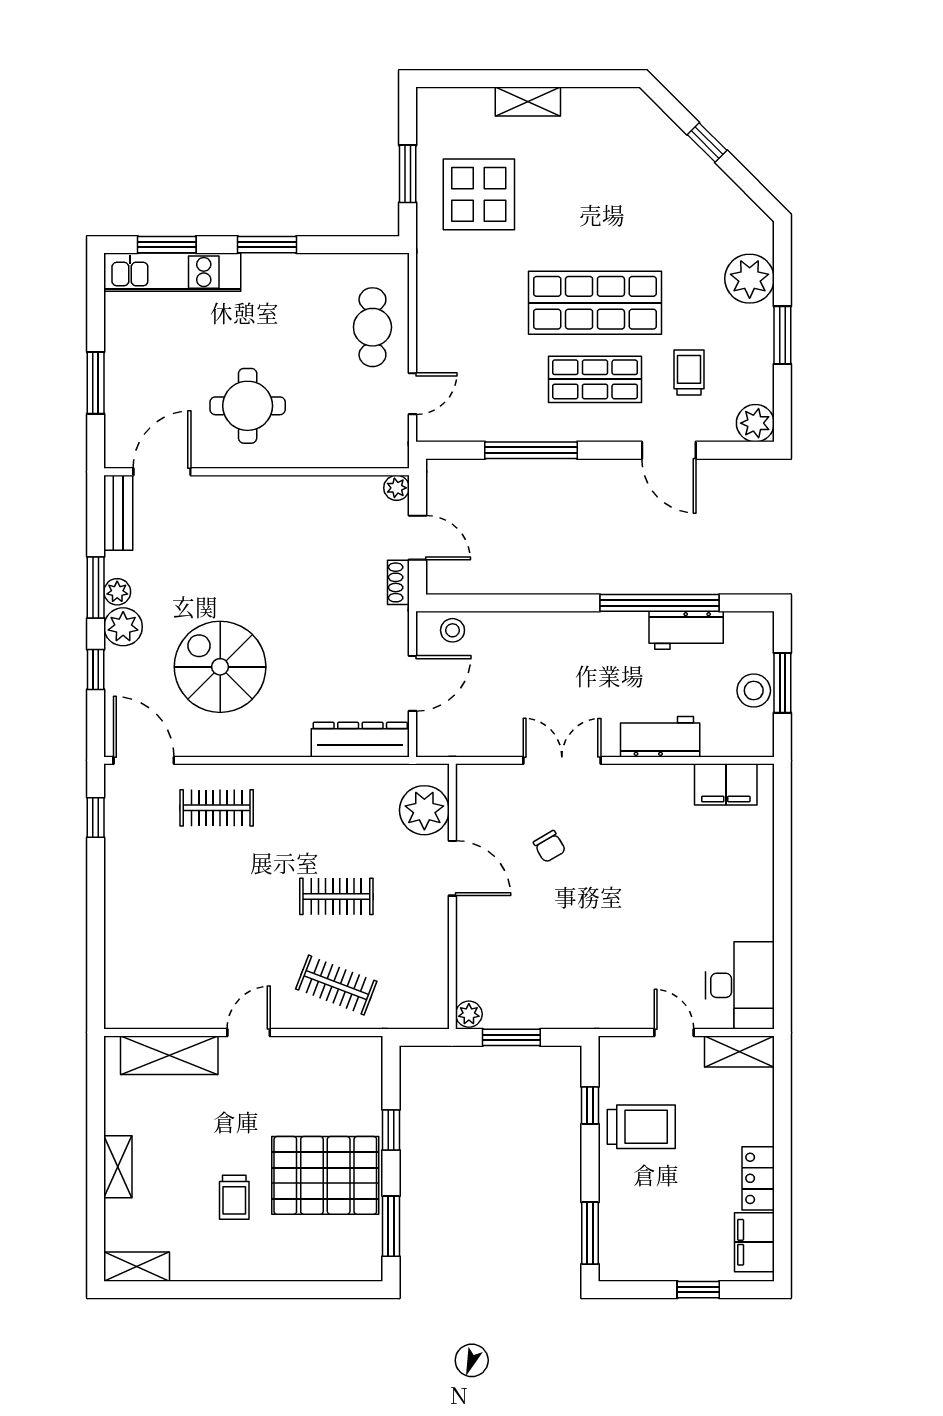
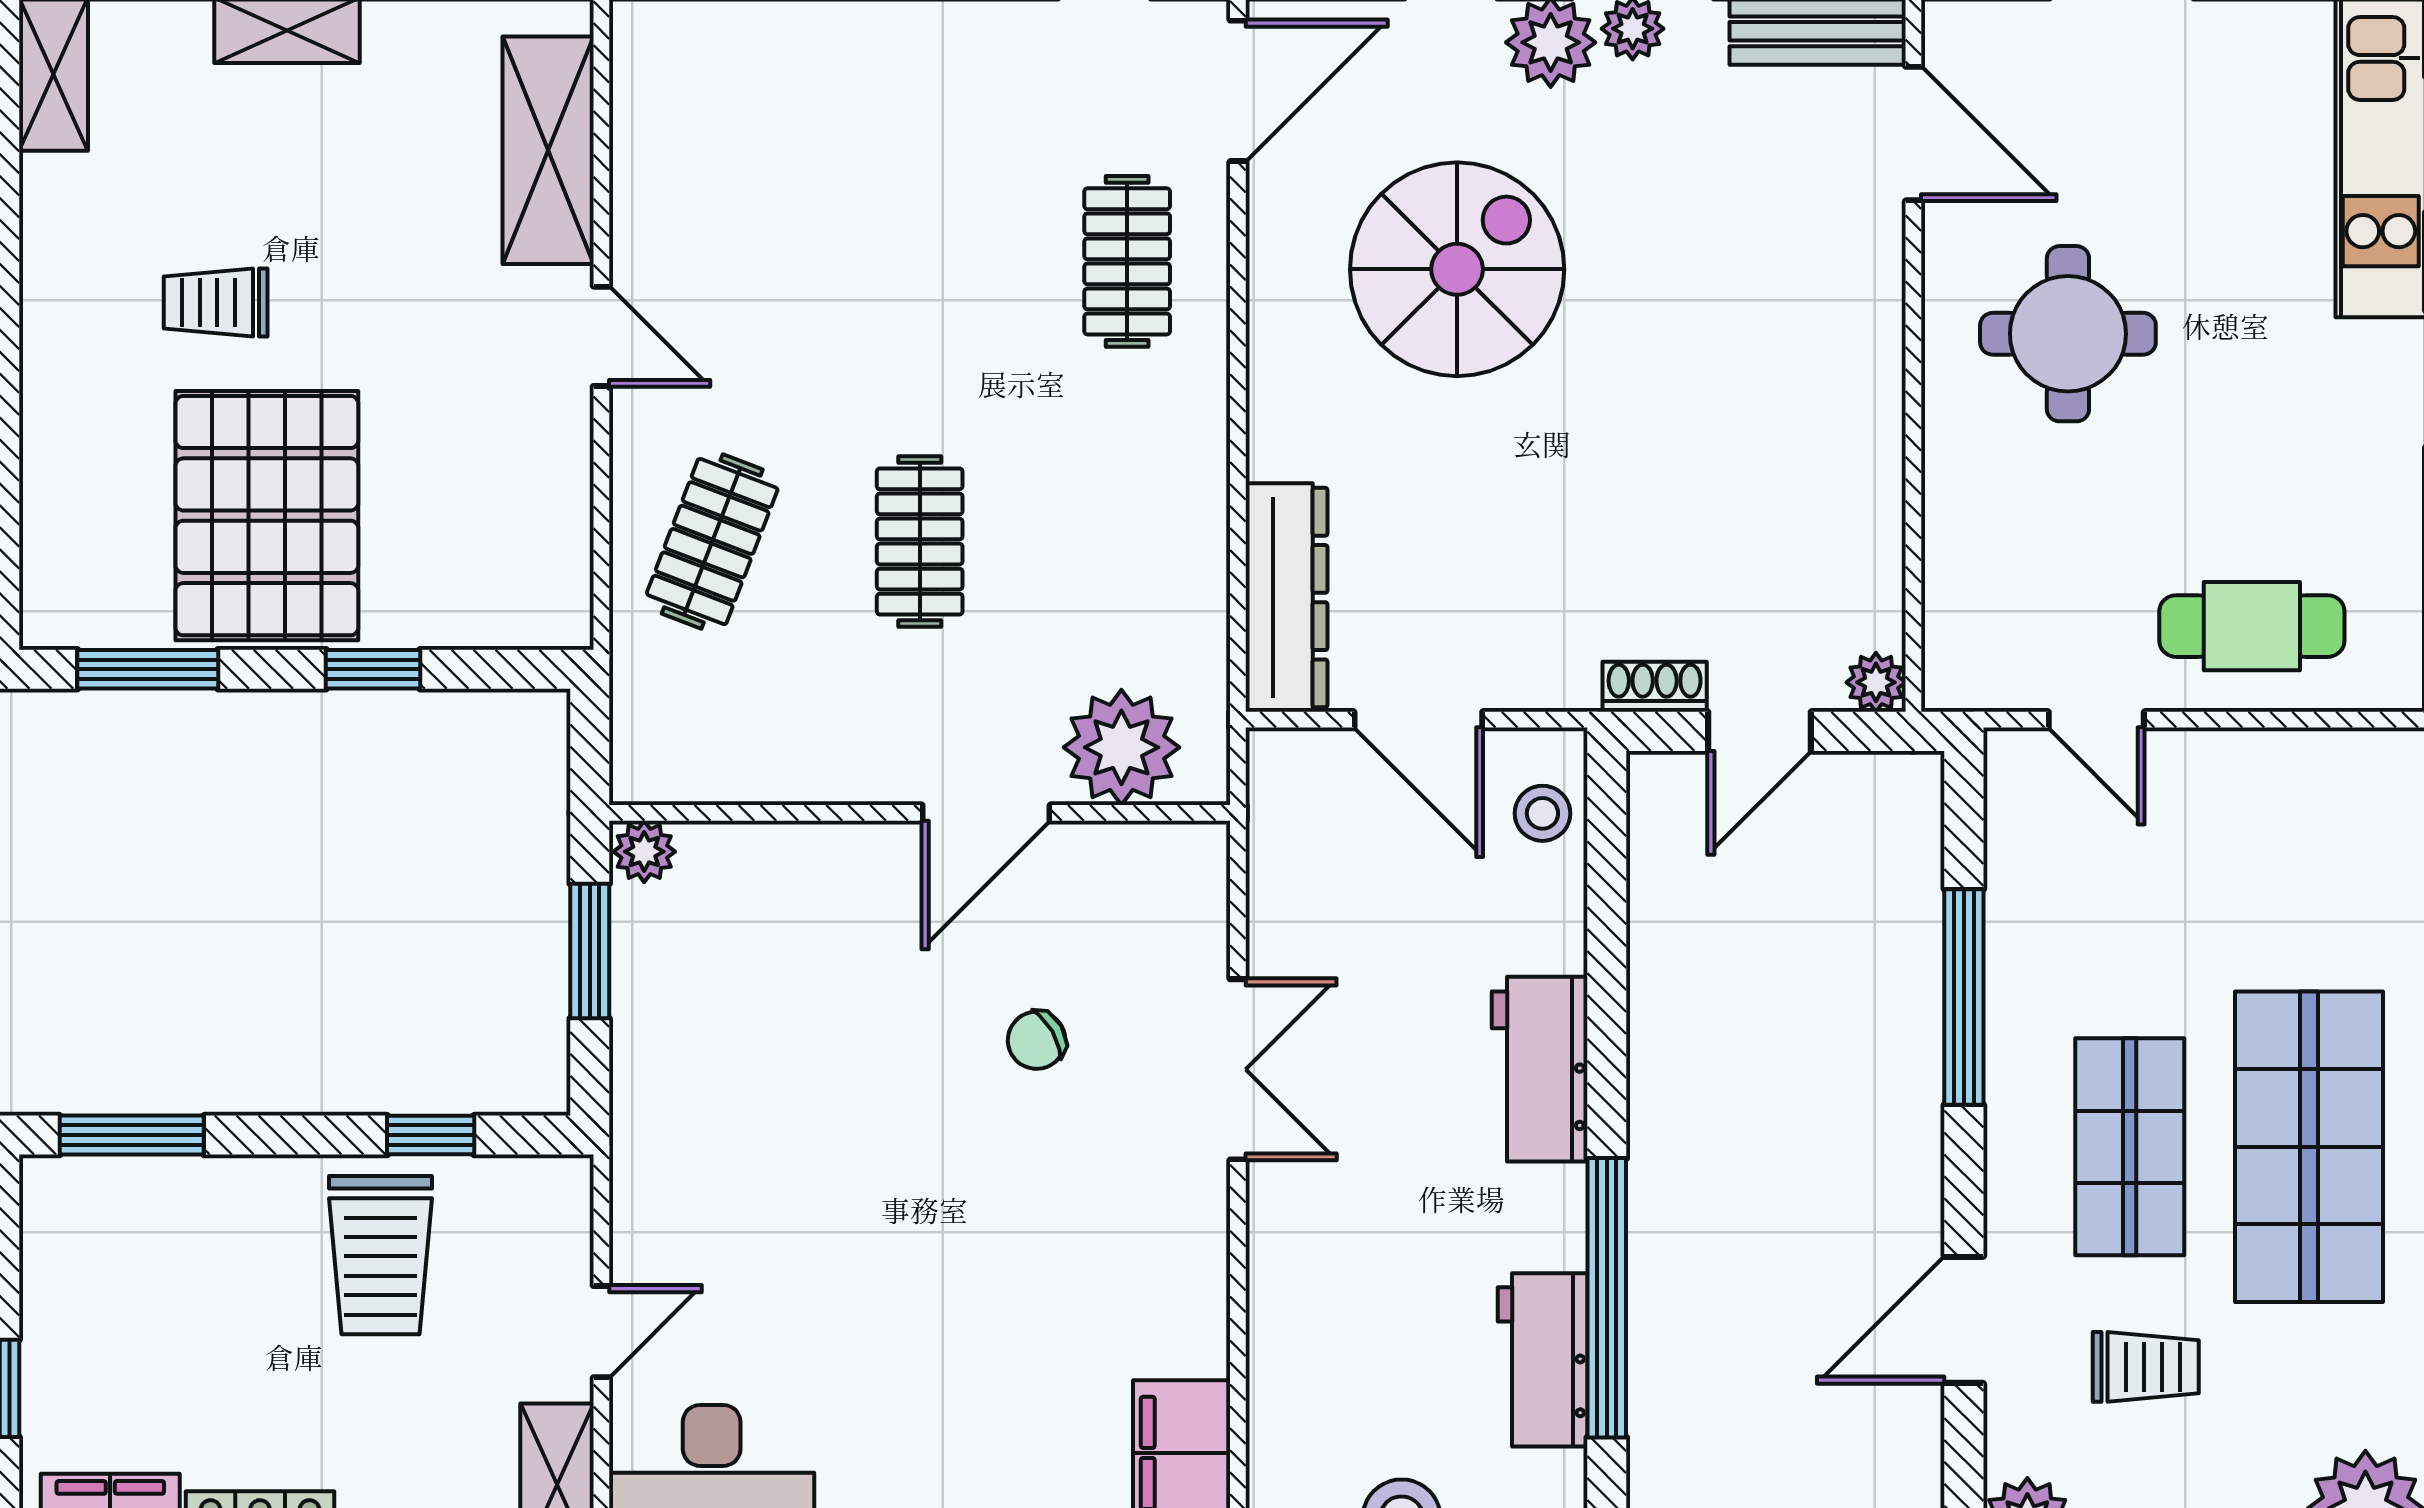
workbench: (660, 737) -> (1540, 1069), moved, turned 180

